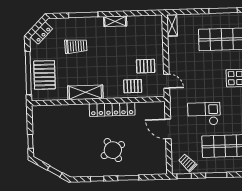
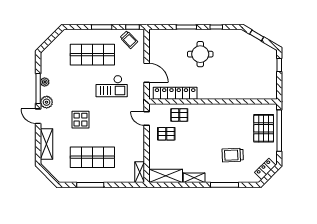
shelving: (85, 92) -> (166, 176), moved
locker: (112, 109) -> (175, 93), moved
round table: (113, 150) -> (200, 54), turned 31

